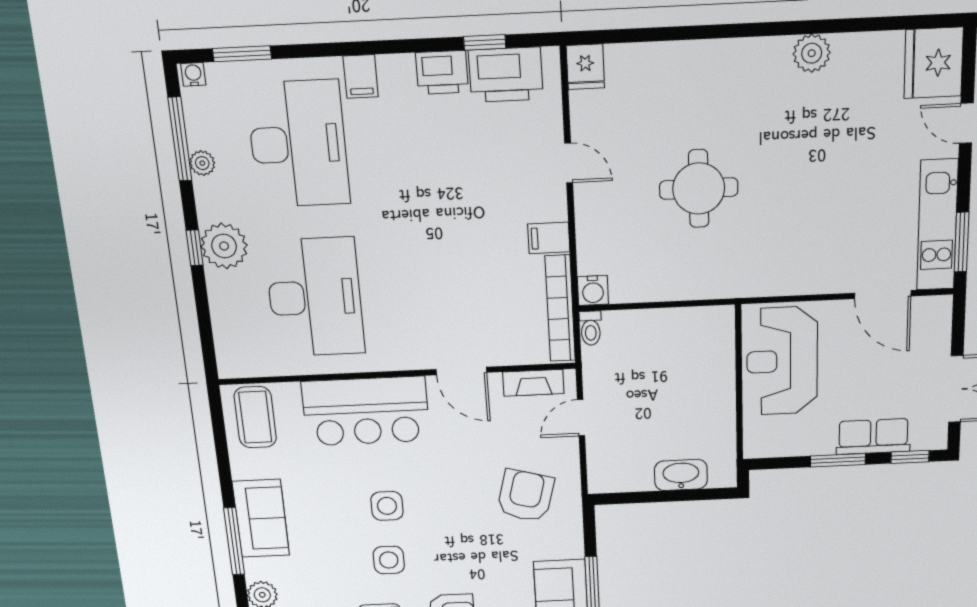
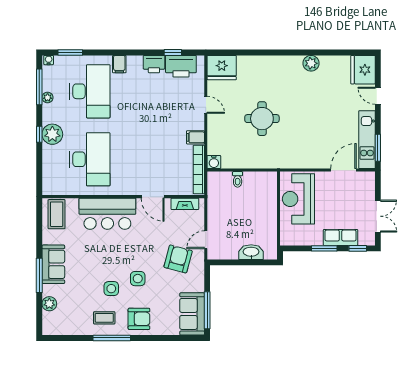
fridge: (585, 67) -> (222, 68), width x1.88, depth x1.34
door: (883, 295) -> (343, 170), swing flipped
toilet: (591, 328) -> (238, 179), moved
door: (581, 418) -> (206, 240), moved
side table: (387, 506) -> (138, 279), moved

